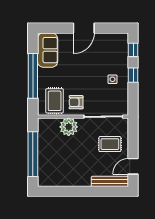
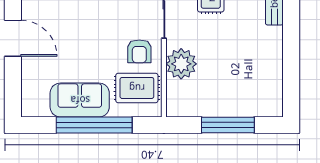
sofa: (48, 50) -> (80, 100), moved
window: (33, 154) -> (228, 125), width x0.68

